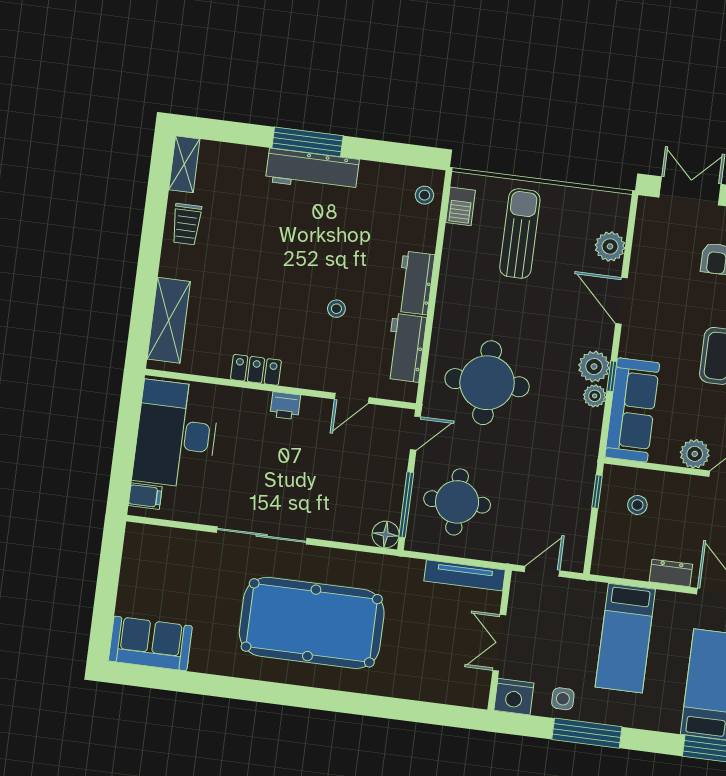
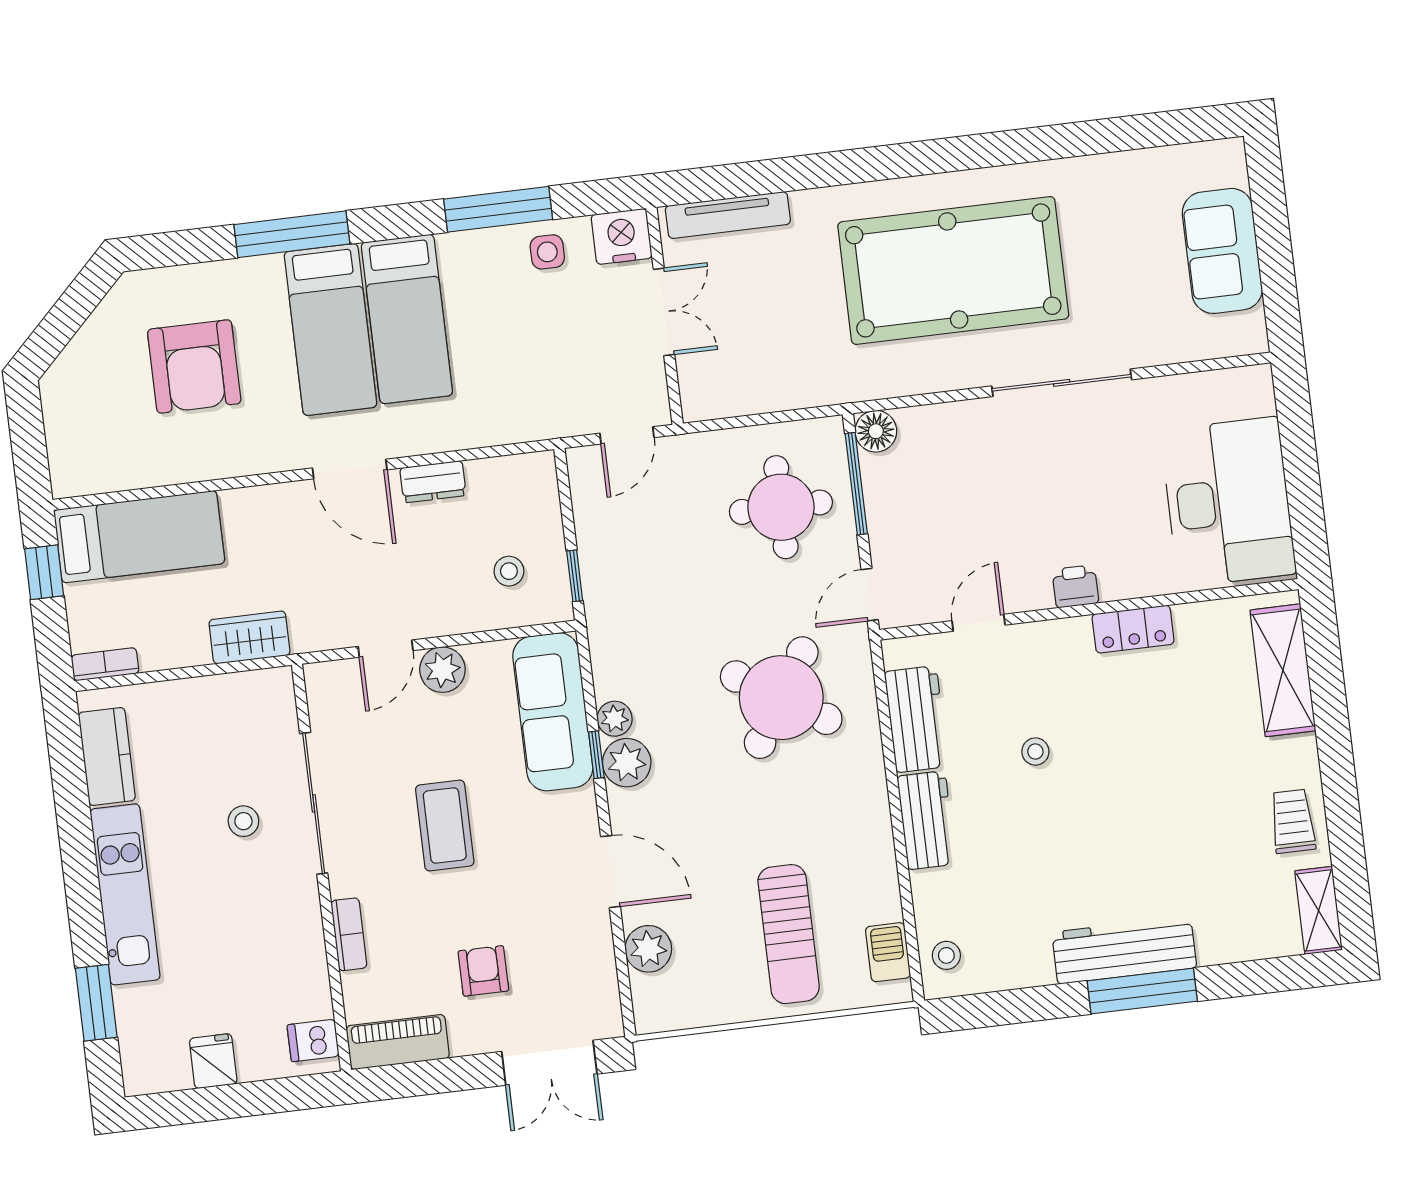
round table: (487, 383) -> (781, 698), turned 32
filing cabinet: (145, 496) -> (1251, 397), removed
tv unit: (465, 575) -> (728, 215), moved, turned 180
bed: (625, 638) -> (407, 319), moved, turned 180
sofa: (150, 643) -> (1222, 251), moved, turned 90

